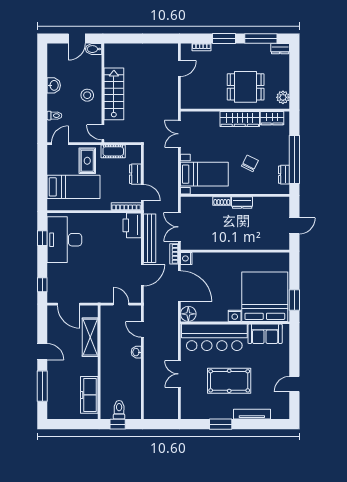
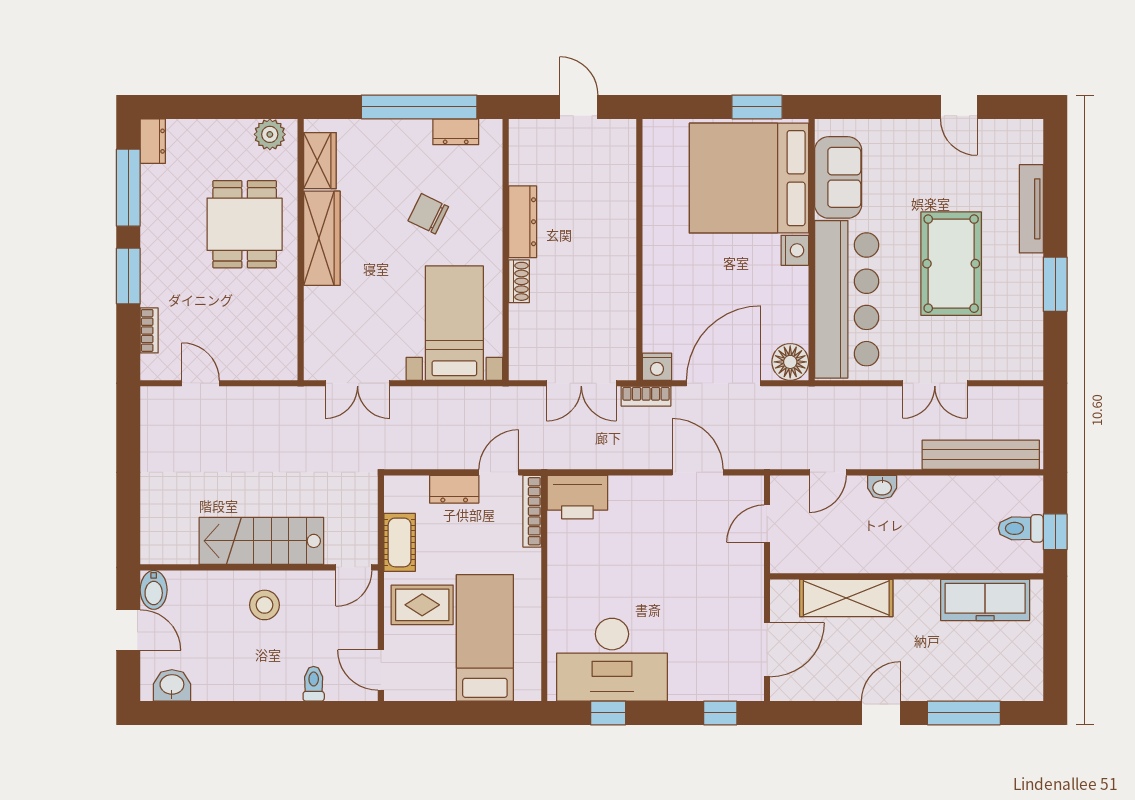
washbasin: (54, 85) -> (172, 685), moved
dresser: (242, 203) -> (523, 222), width x1.44
bench: (150, 238) -> (981, 455), moved

